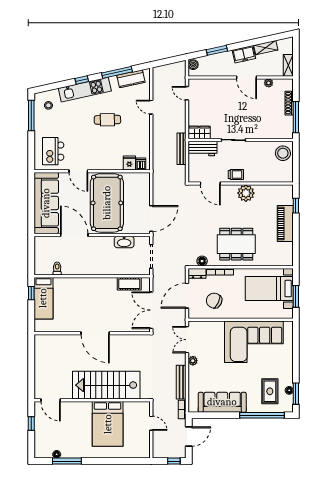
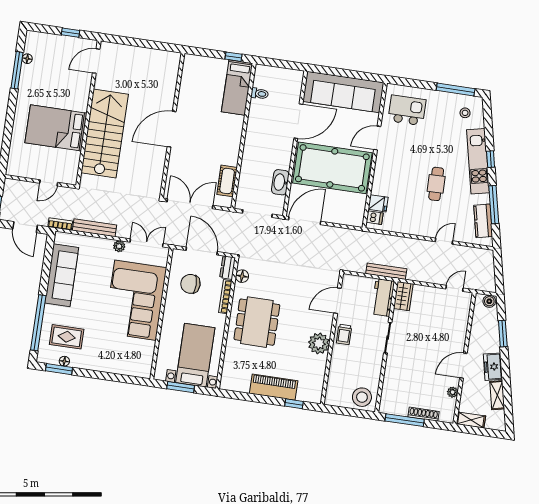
door: (151, 218) -> (305, 221), swing flipped
bed: (43, 298) -> (237, 88), moved, turned -90
chair: (214, 301) -> (190, 284), turned -116
corner sofa: (254, 342) -> (135, 300), moved

